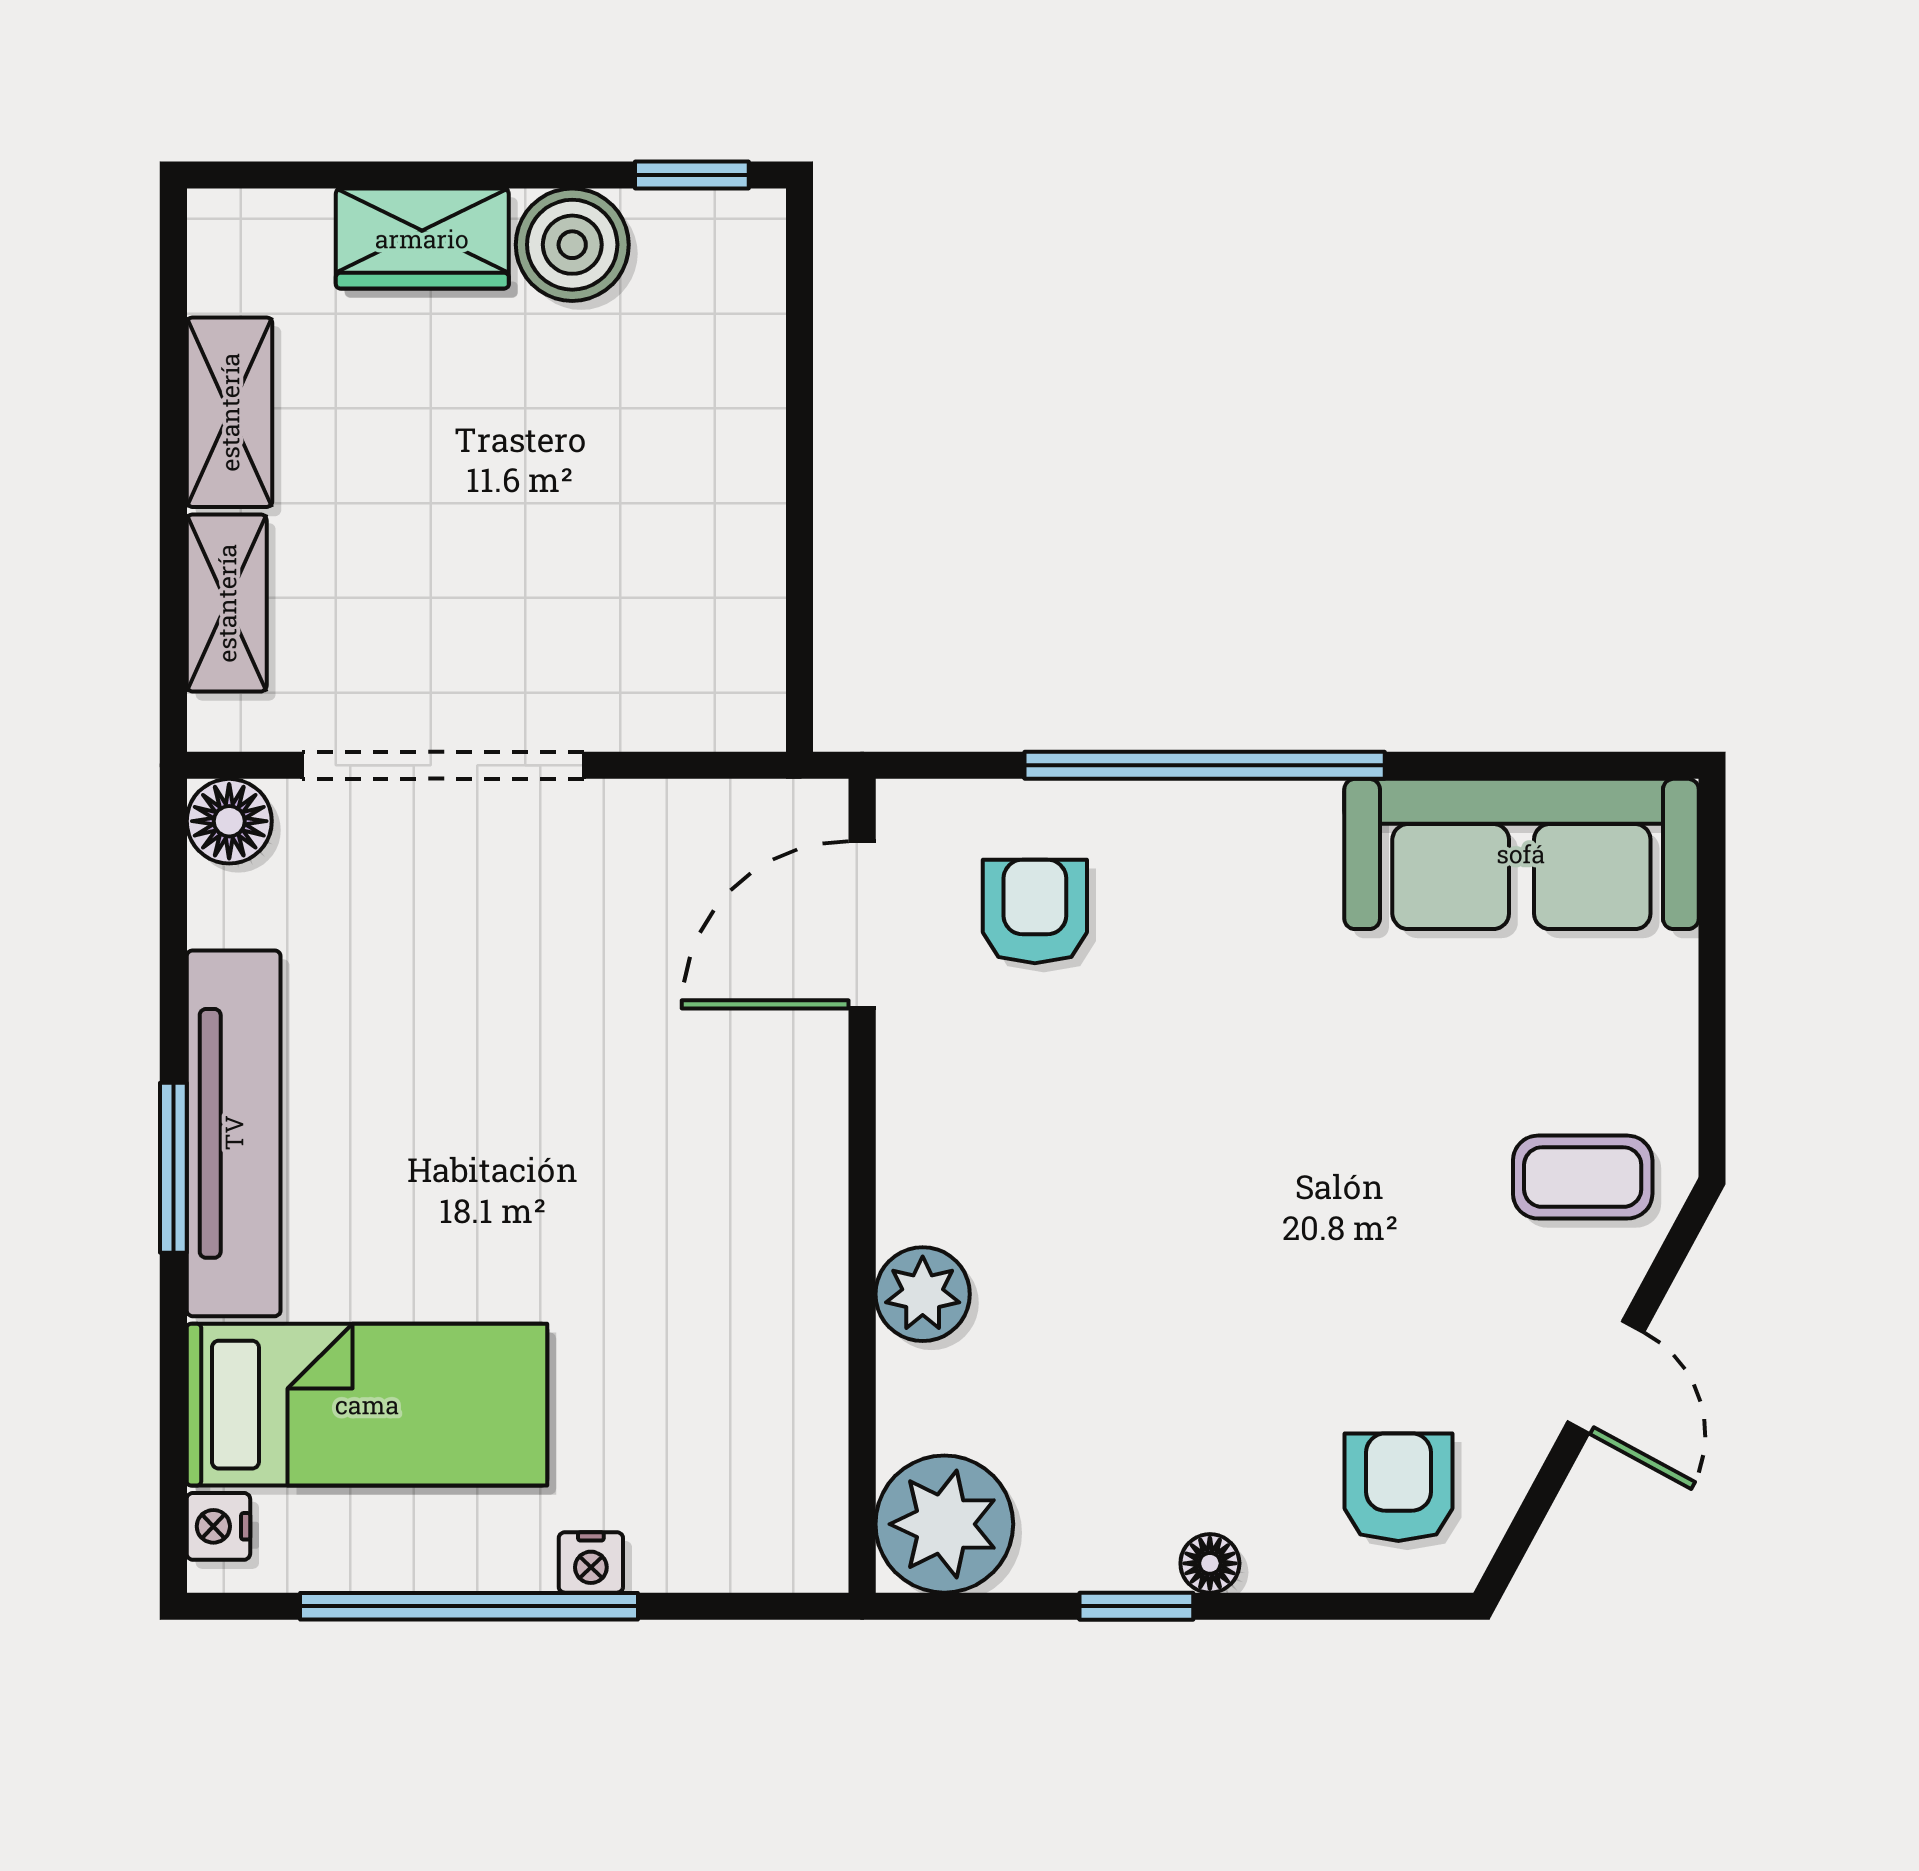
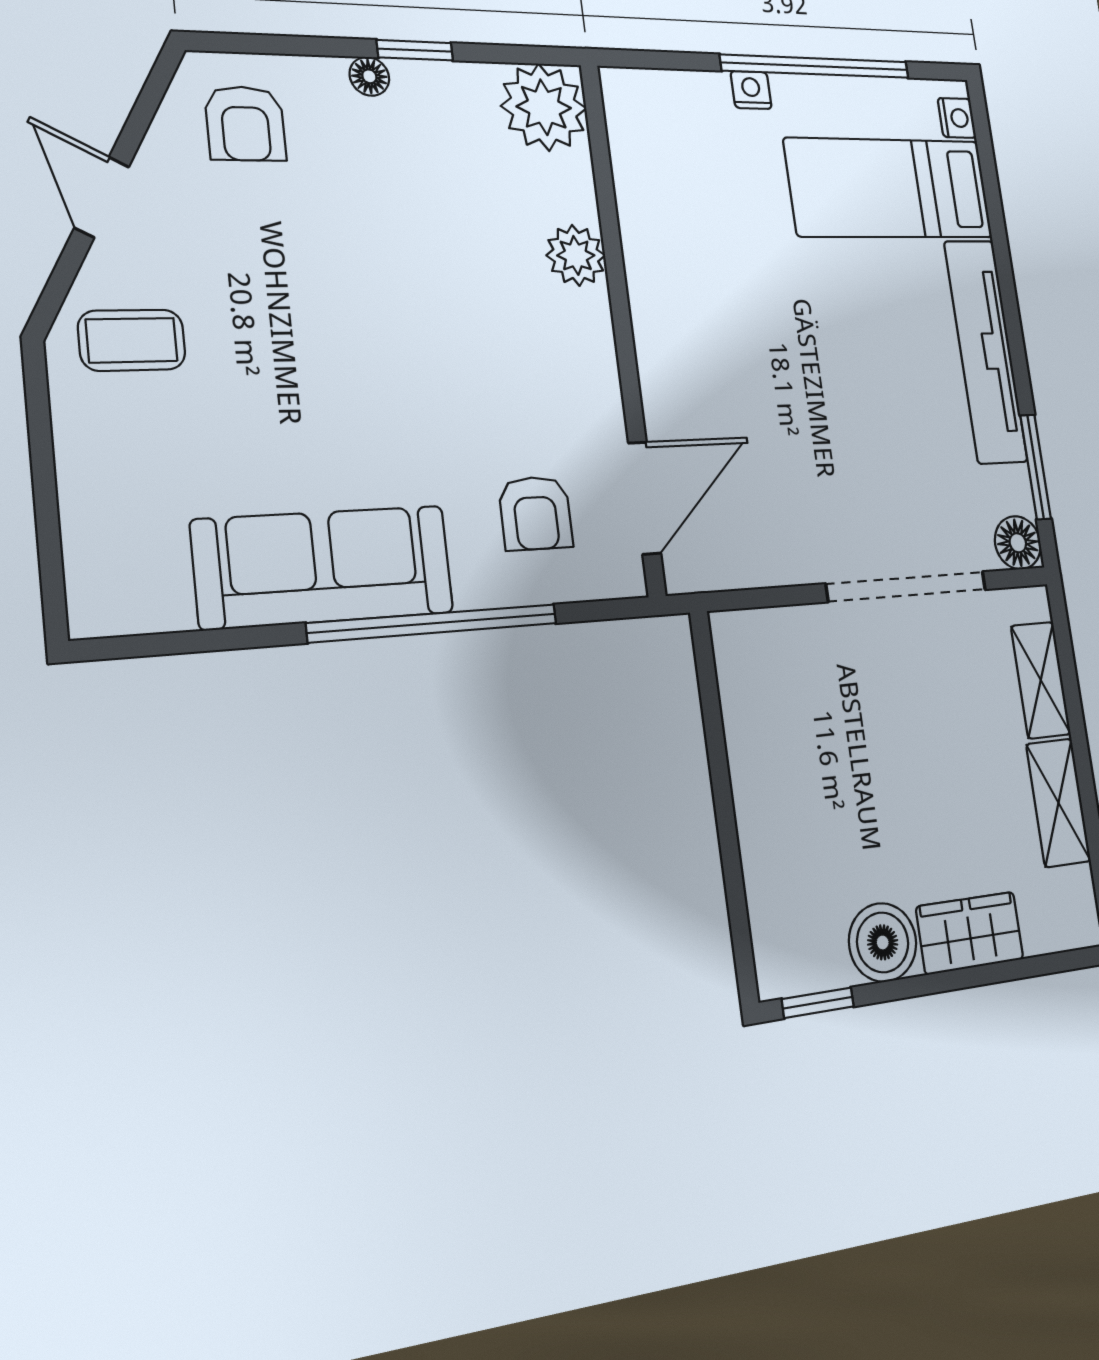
sofa: (1521, 854) -> (324, 567), moved
window: (173, 1168) -> (1036, 467), moved

